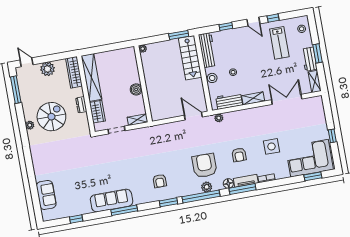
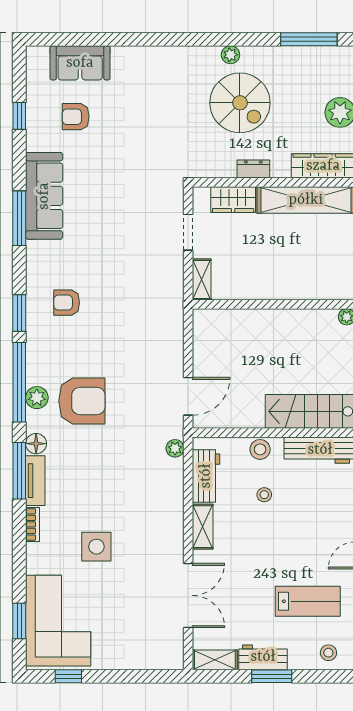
lab bench: (279, 43) -> (308, 601), turned 180
boiler: (136, 89) -> (265, 288), removed
window: (332, 136) -> (68, 676), moved
armchair: (239, 155) -> (76, 117), moved

